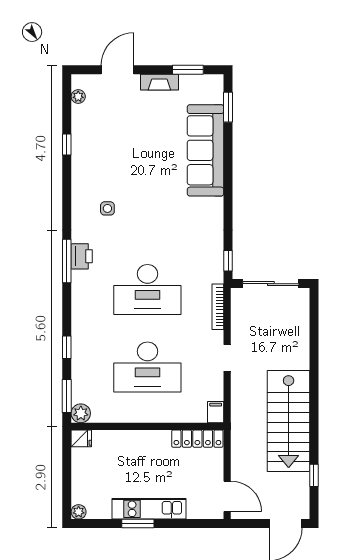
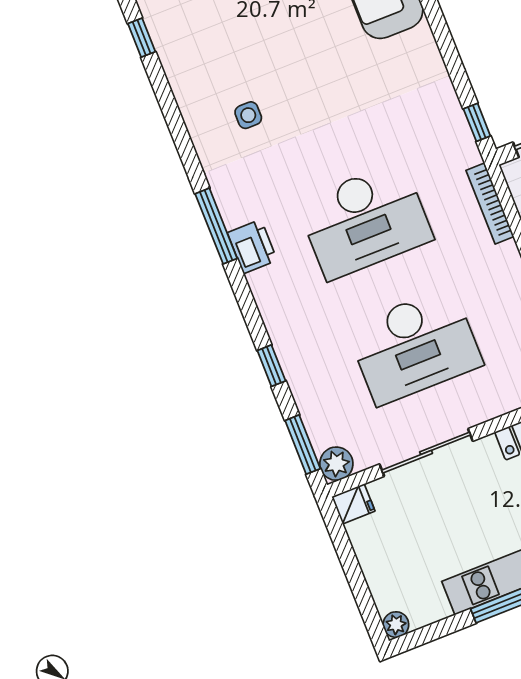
printer: (82, 256) -> (252, 247), moved
sliding door: (131, 426) -> (426, 453), added

